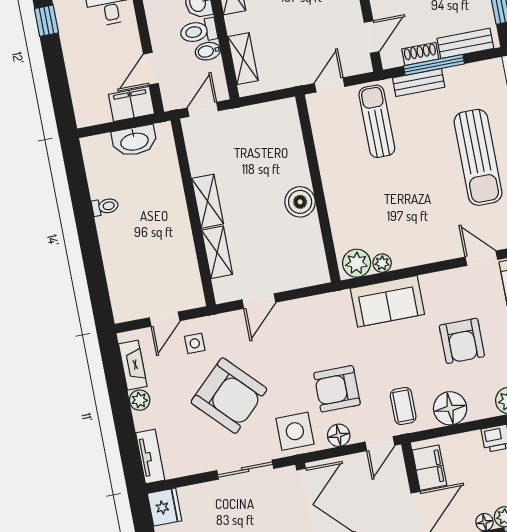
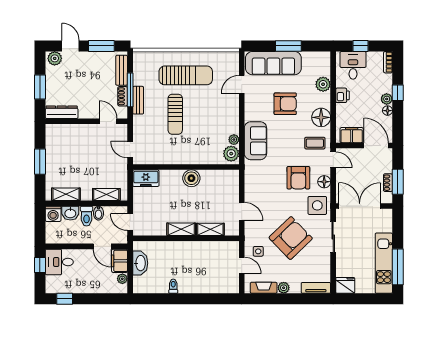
plant: (101, 115) -> (122, 279), added
sun lounger: (377, 121) -> (175, 114), moved, turned -90
freezer: (285, 122) -> (146, 178), added

